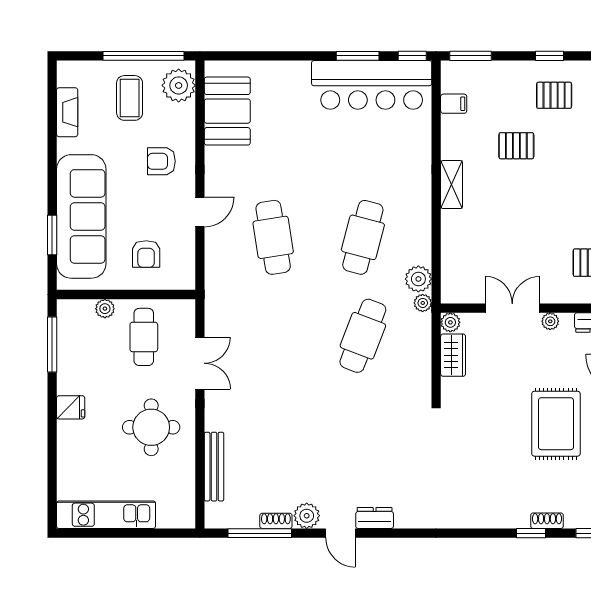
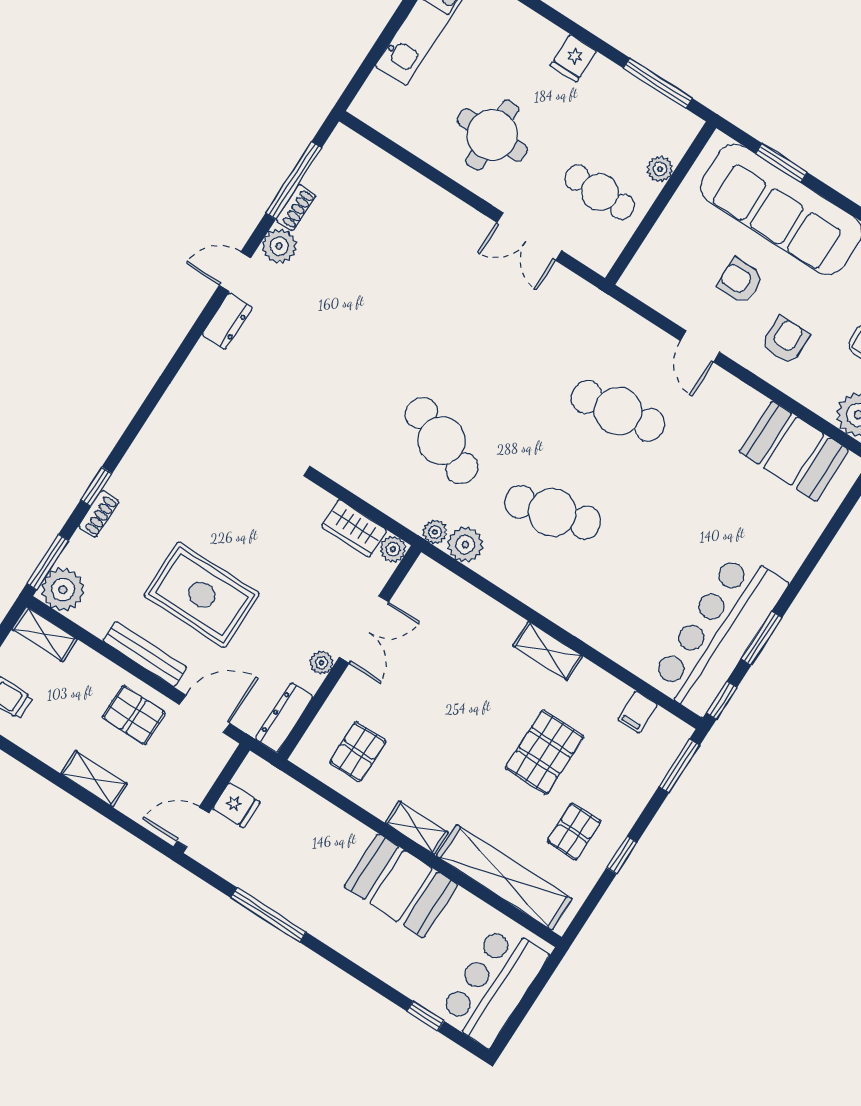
pallet: (516, 146) -> (544, 752), width x1.50, depth x1.42
cafe table: (363, 237) -> (553, 512), turned -30
armchair: (146, 254) -> (740, 281), moved
bench: (214, 467) -> (402, 177), removed

